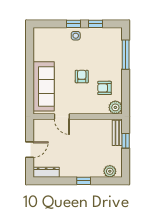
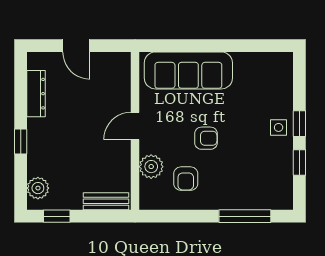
armchair: (104, 88) -> (186, 179), turned 180
plant: (115, 107) -> (151, 167), moved
door: (62, 117) -> (135, 126), moved
window: (126, 141) -> (57, 216), moved
dresser: (46, 172) -> (36, 94), moved

